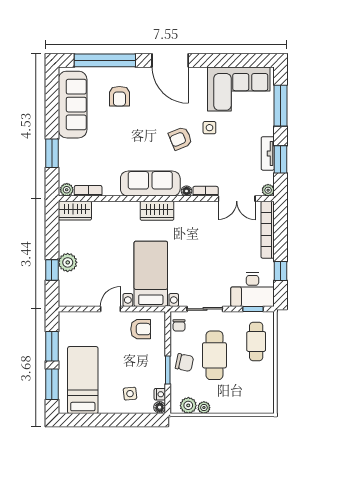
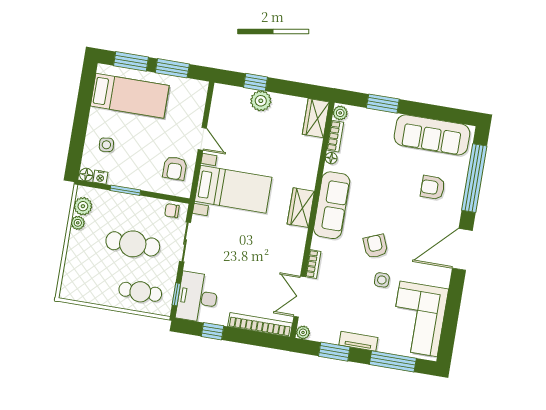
tv unit: (268, 153) -> (358, 341), moved
floor lamp: (187, 191) -> (331, 158), moved
chair: (184, 363) -> (130, 210), removed

